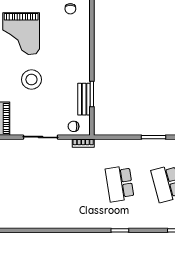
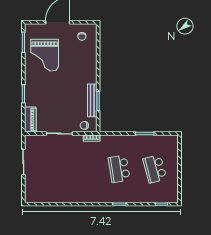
stool: (31, 80) -> (52, 90), removed
bench: (84, 99) -> (92, 100), width x1.36

